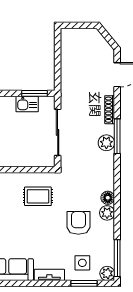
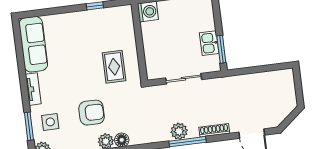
sliding door: (58, 132) -> (184, 79), width x0.73

